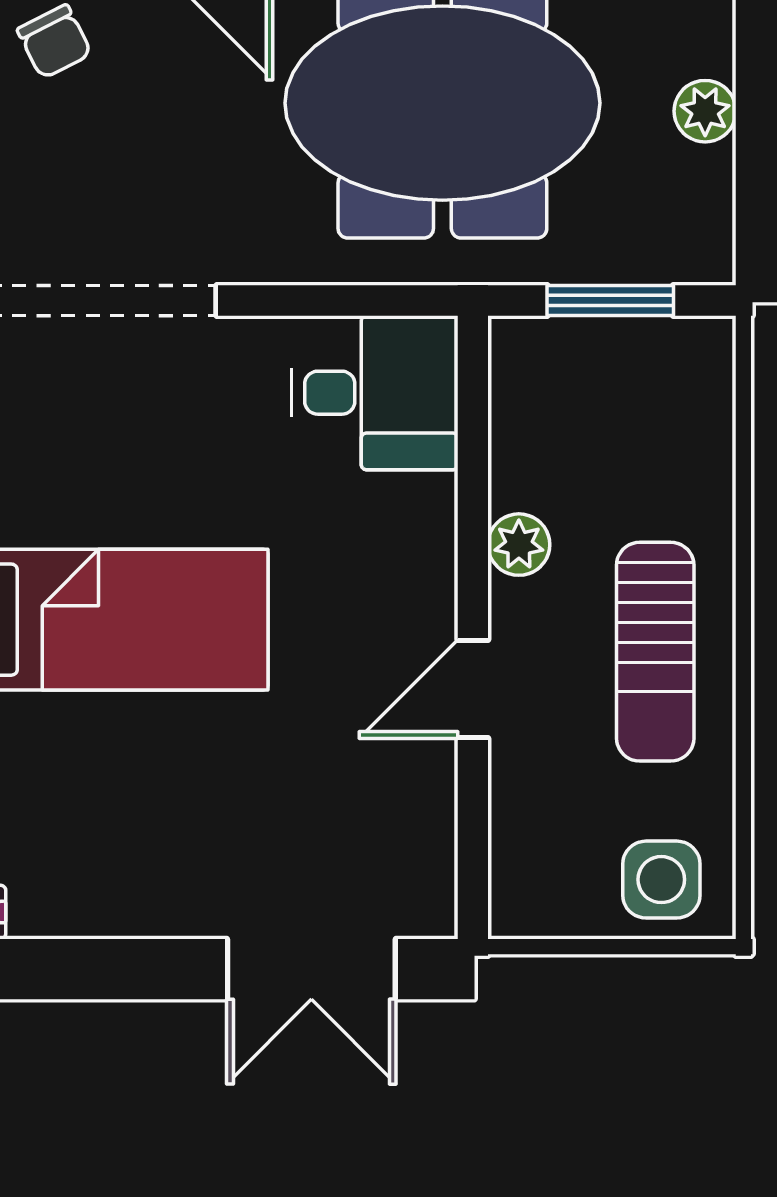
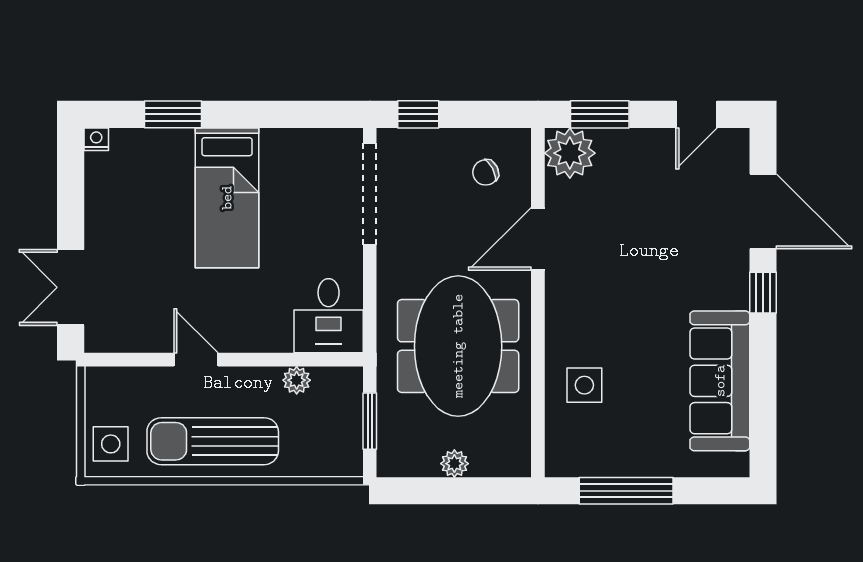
plant: (519, 545) -> (297, 380), moved
sun lounger: (655, 652) -> (213, 441), width x1.36, depth x1.34

